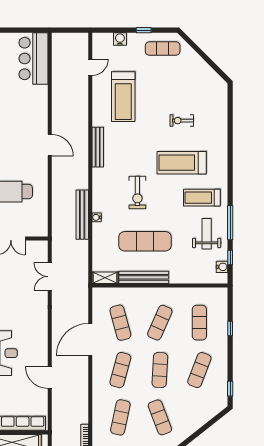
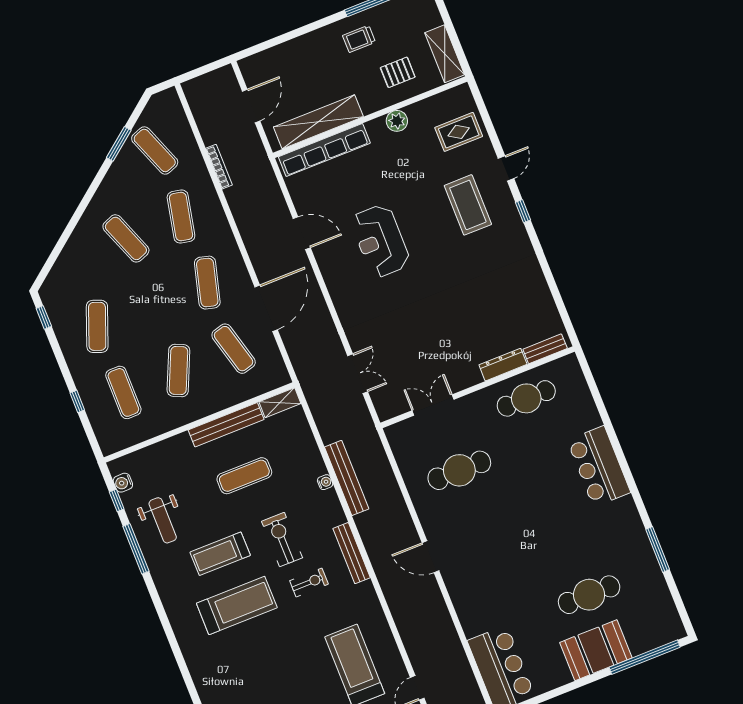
exercise bike: (182, 121) -> (309, 582), moved
bench: (98, 147) -> (352, 553), moved
treadmill: (202, 198) -> (220, 554), moved, turned 180
exercise mat: (145, 241) -> (244, 476), width x0.73, depth x0.69
exercise mat: (160, 370) -> (152, 304), removed

